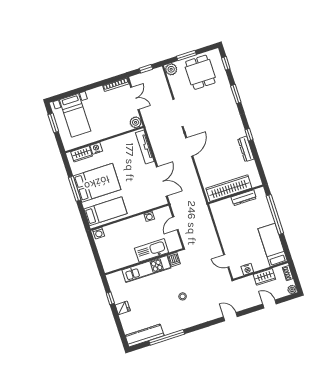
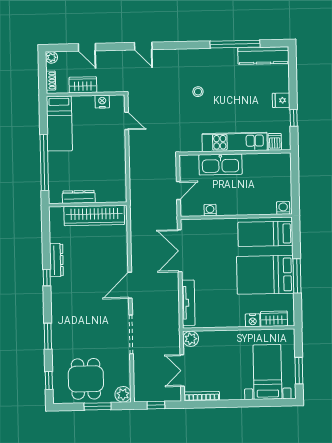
dishwasher: (174, 259) -> (275, 142), moved

